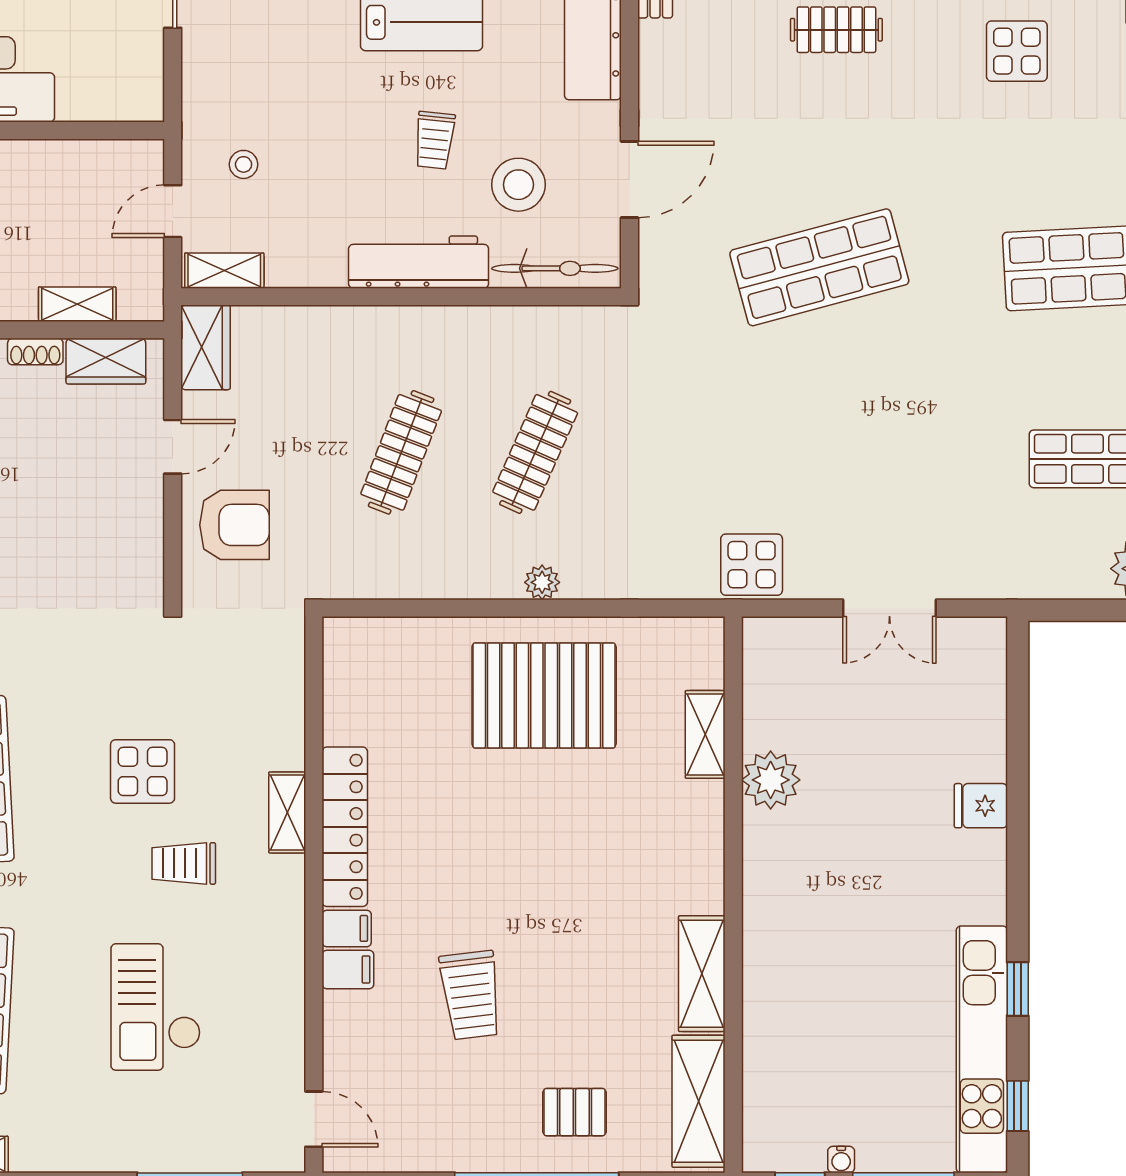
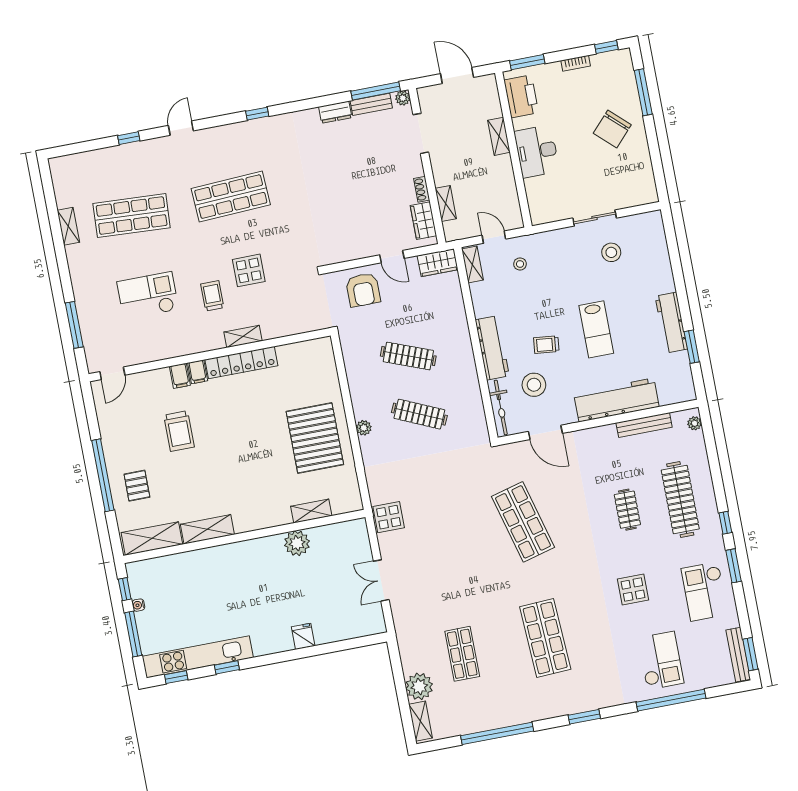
trolley: (471, 995) -> (179, 431), turned -83

